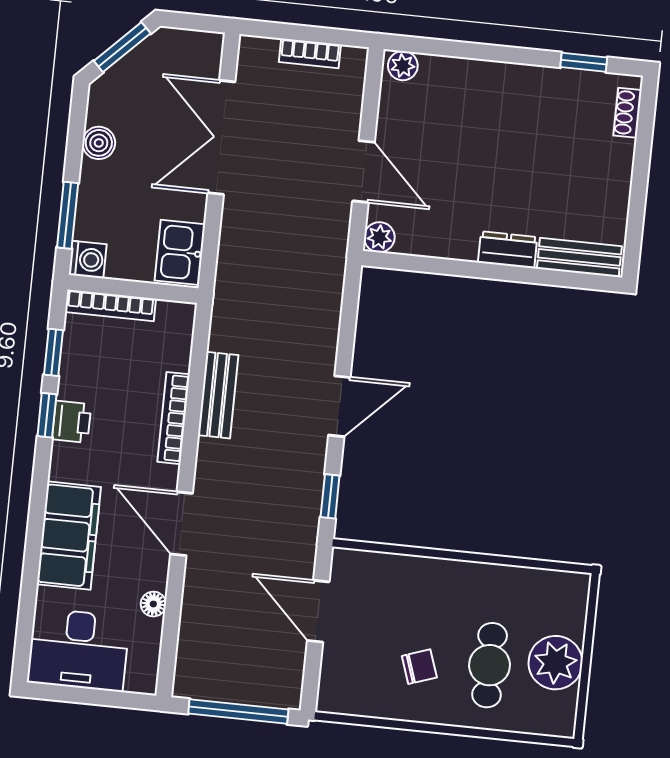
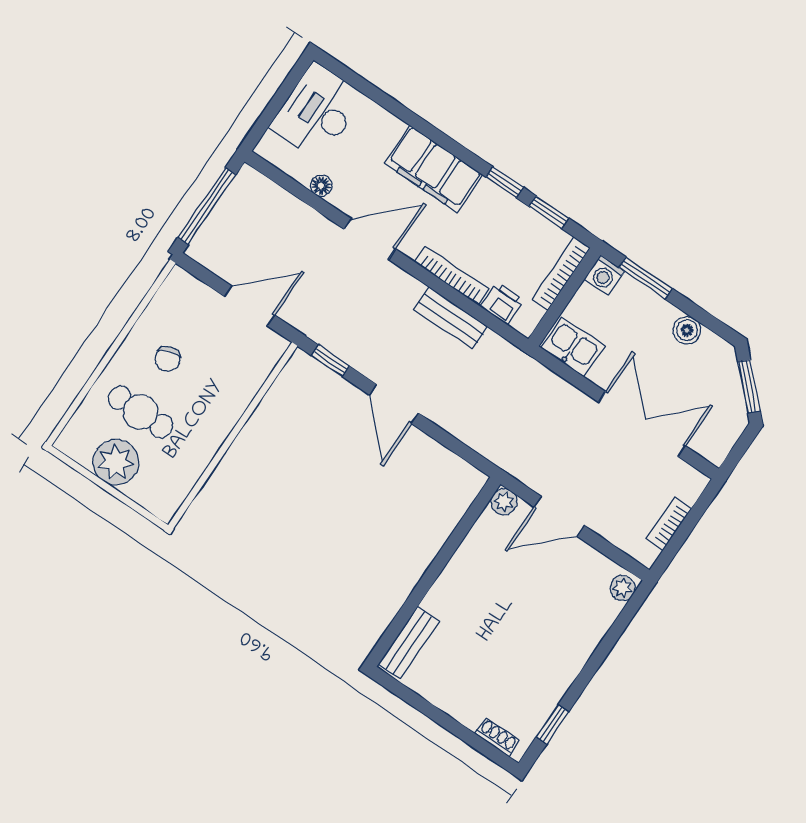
dresser: (508, 250) -> (443, 592), removed
printer: (71, 422) -> (502, 303), moved, turned 180
filing cabinet: (69, 536) -> (434, 169), moved

